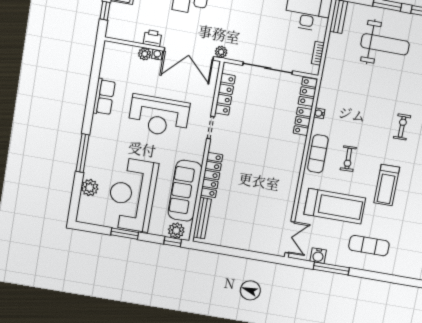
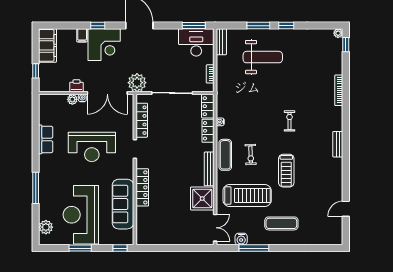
plant: (221, 52) -> (137, 83), width x1.87, depth x1.87
plant: (90, 188) -> (46, 227), moved
shower: (281, 201) -> (202, 199), added
bench: (202, 218) -> (209, 169), moved
plant: (176, 231) -> (121, 238), removed

